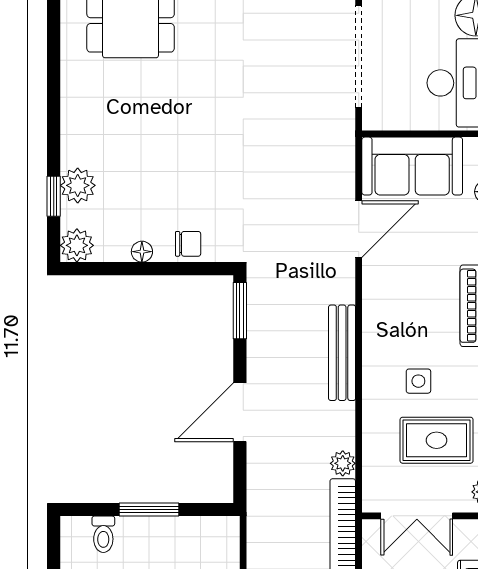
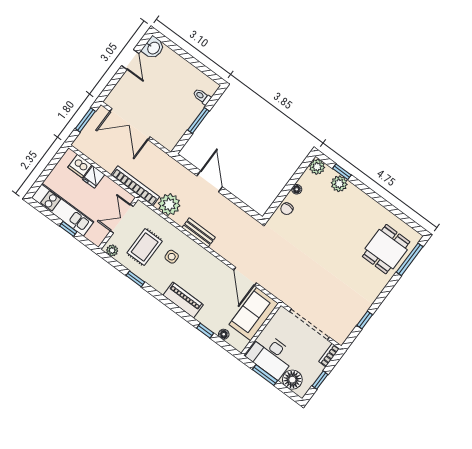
window: (240, 311) -> (247, 210), removed
bench: (342, 353) -> (199, 232), width x0.73
plant: (343, 463) -> (169, 205), width x1.88, depth x1.88

